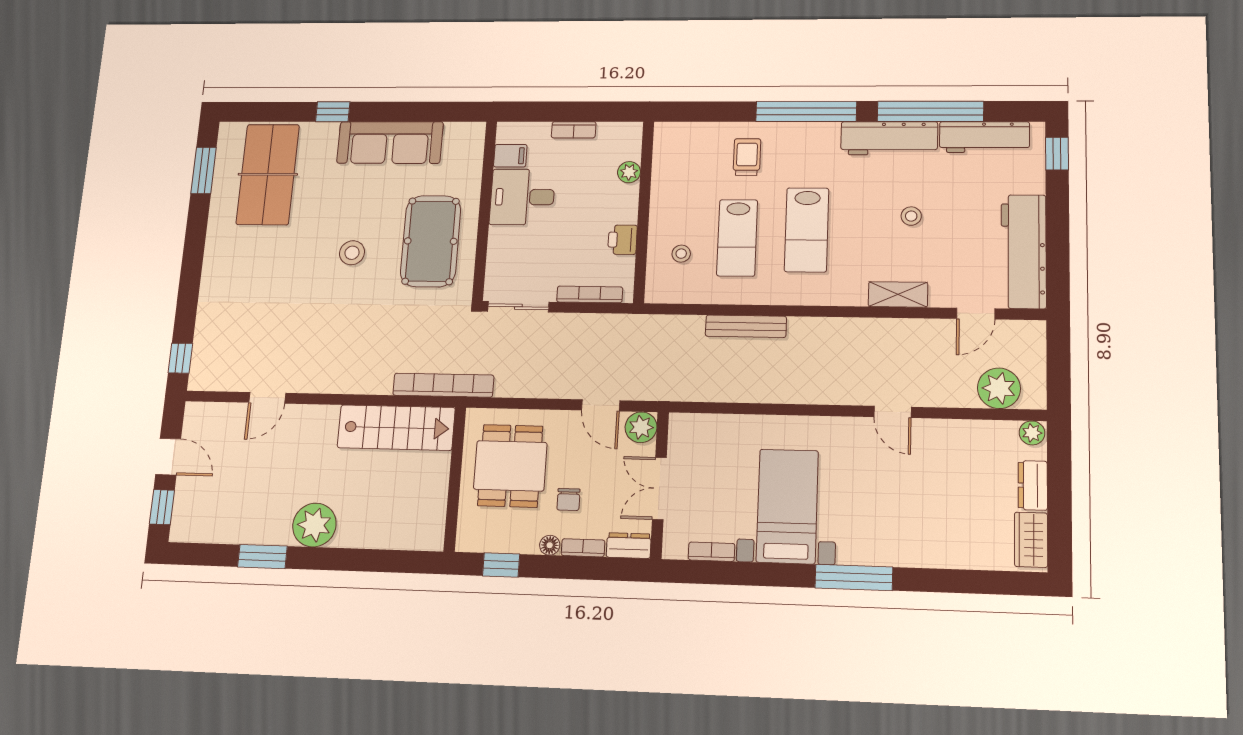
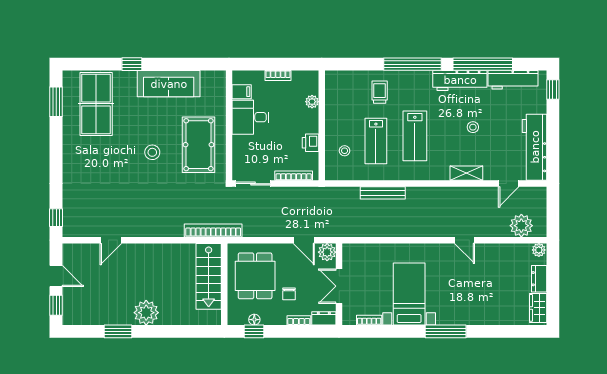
stairs: (396, 428) -> (209, 276), moved, turned 90
floor lamp: (550, 545) -> (254, 320), moved

